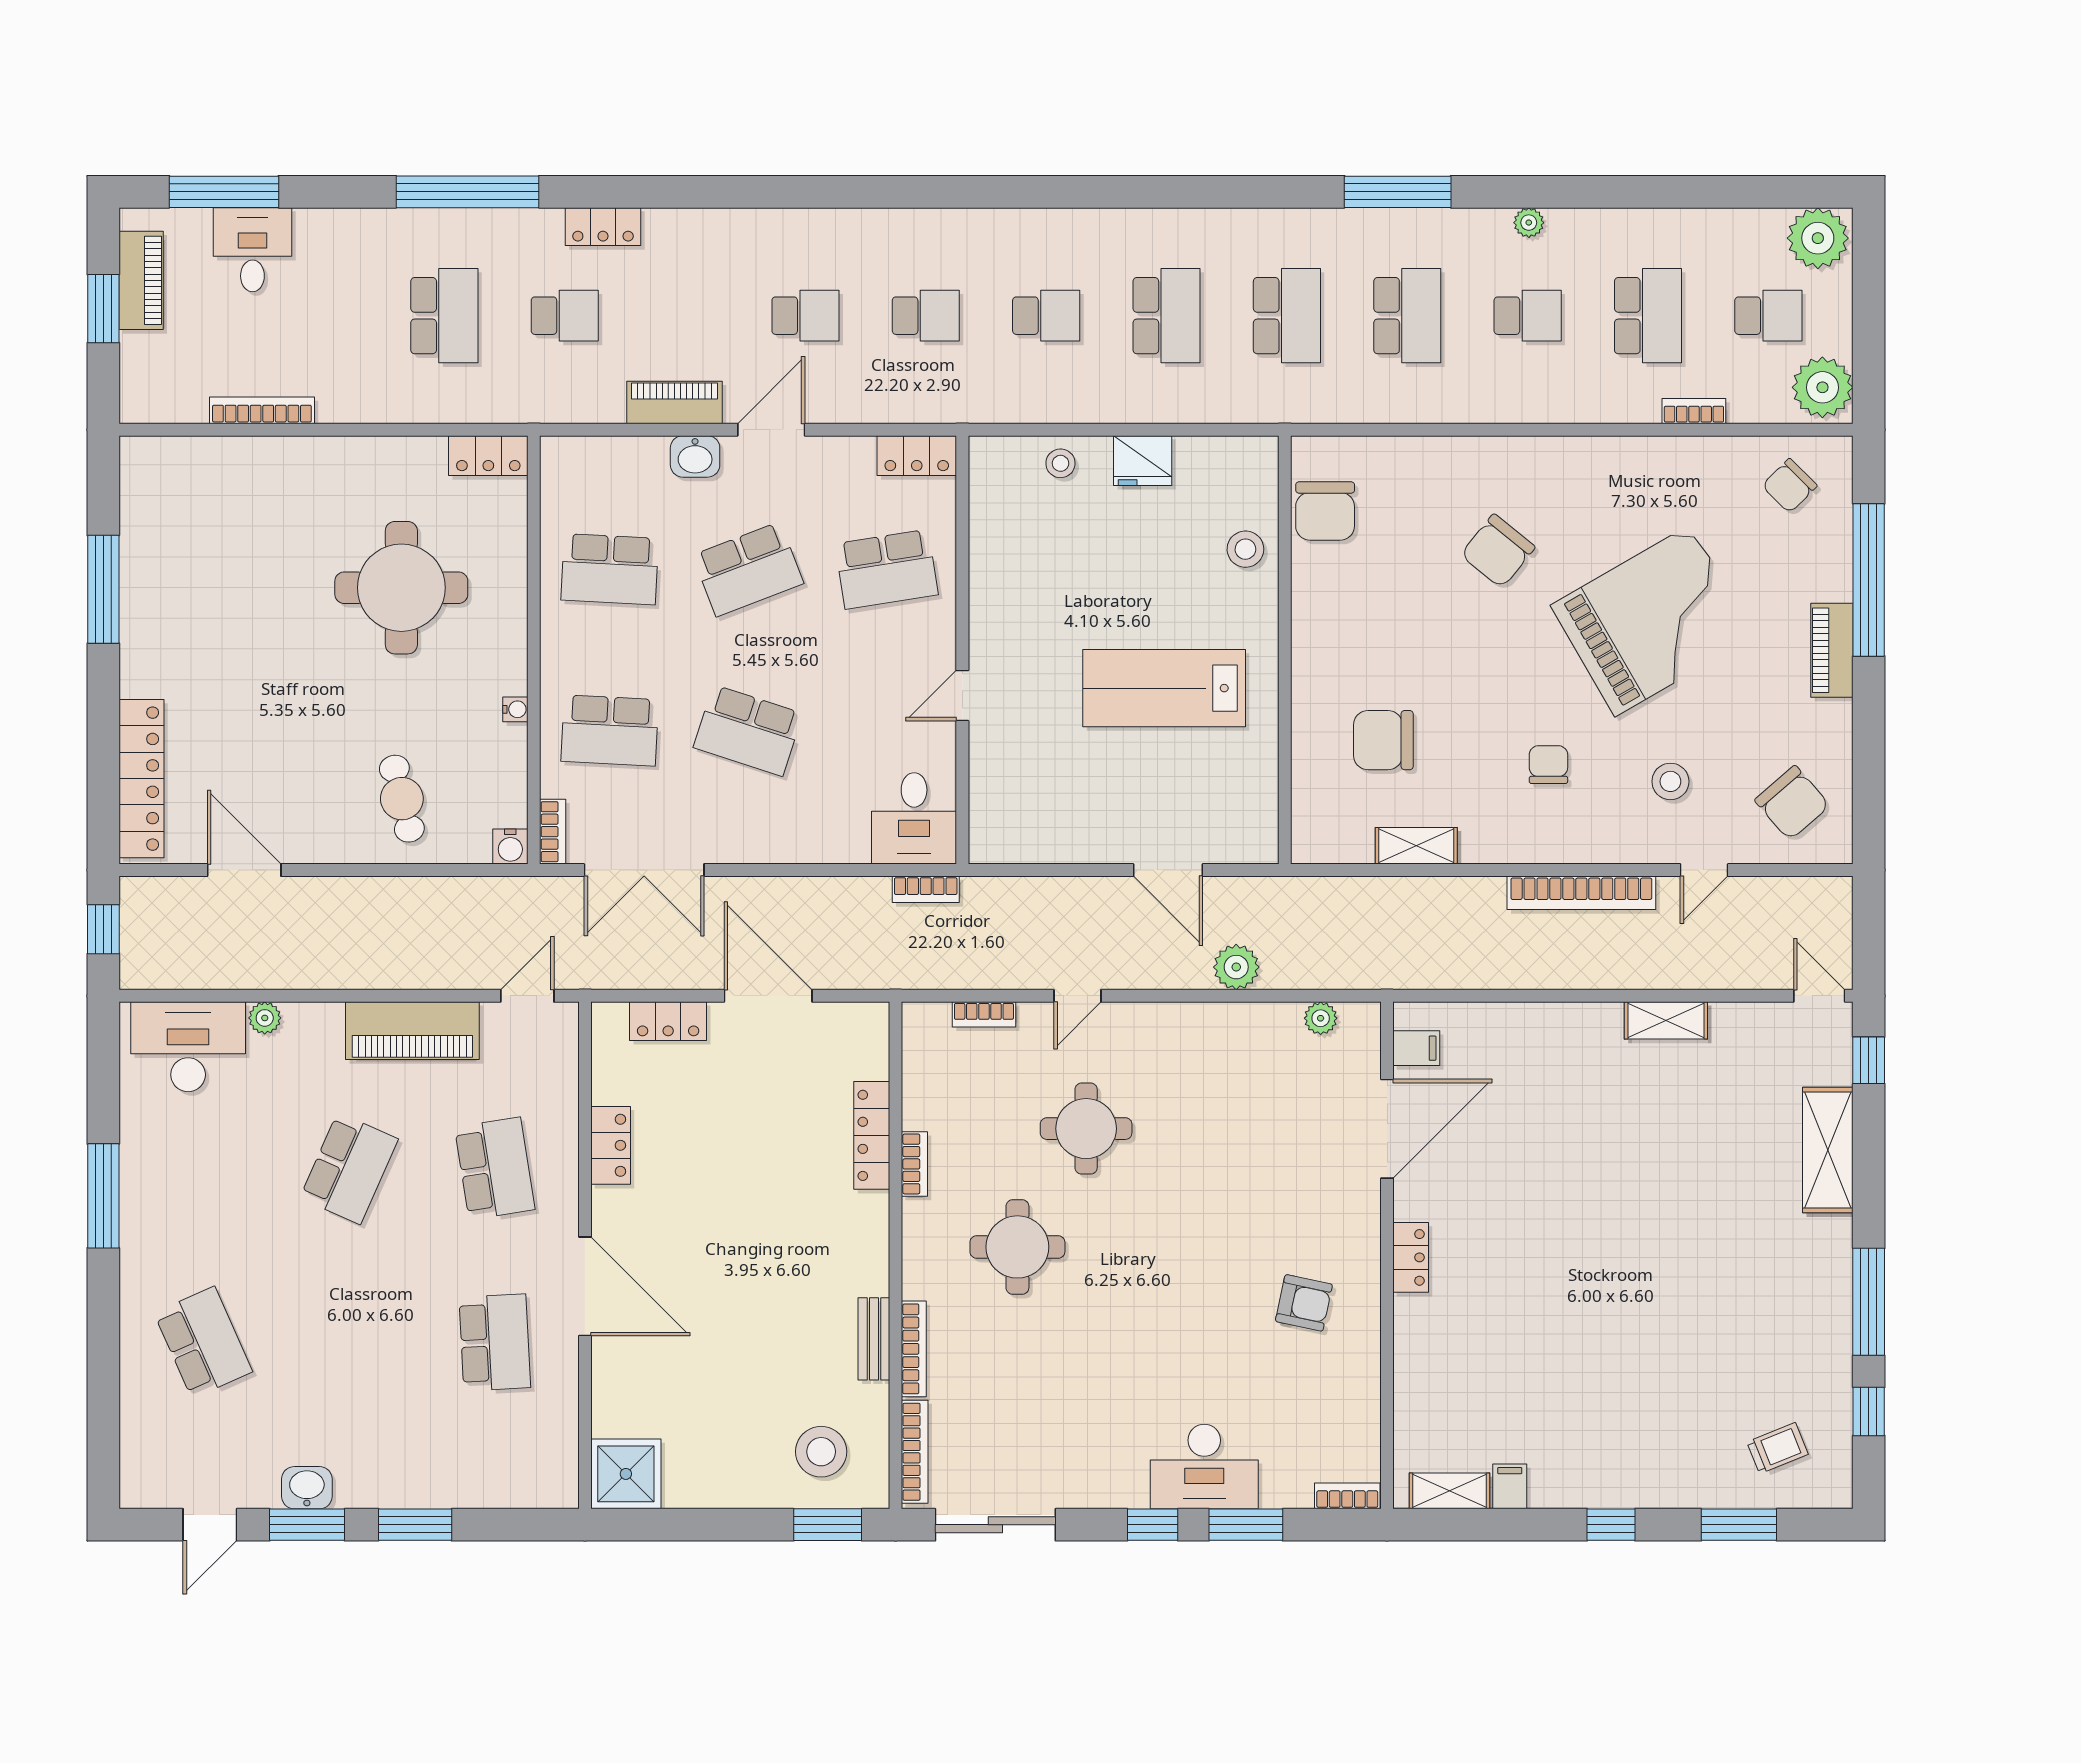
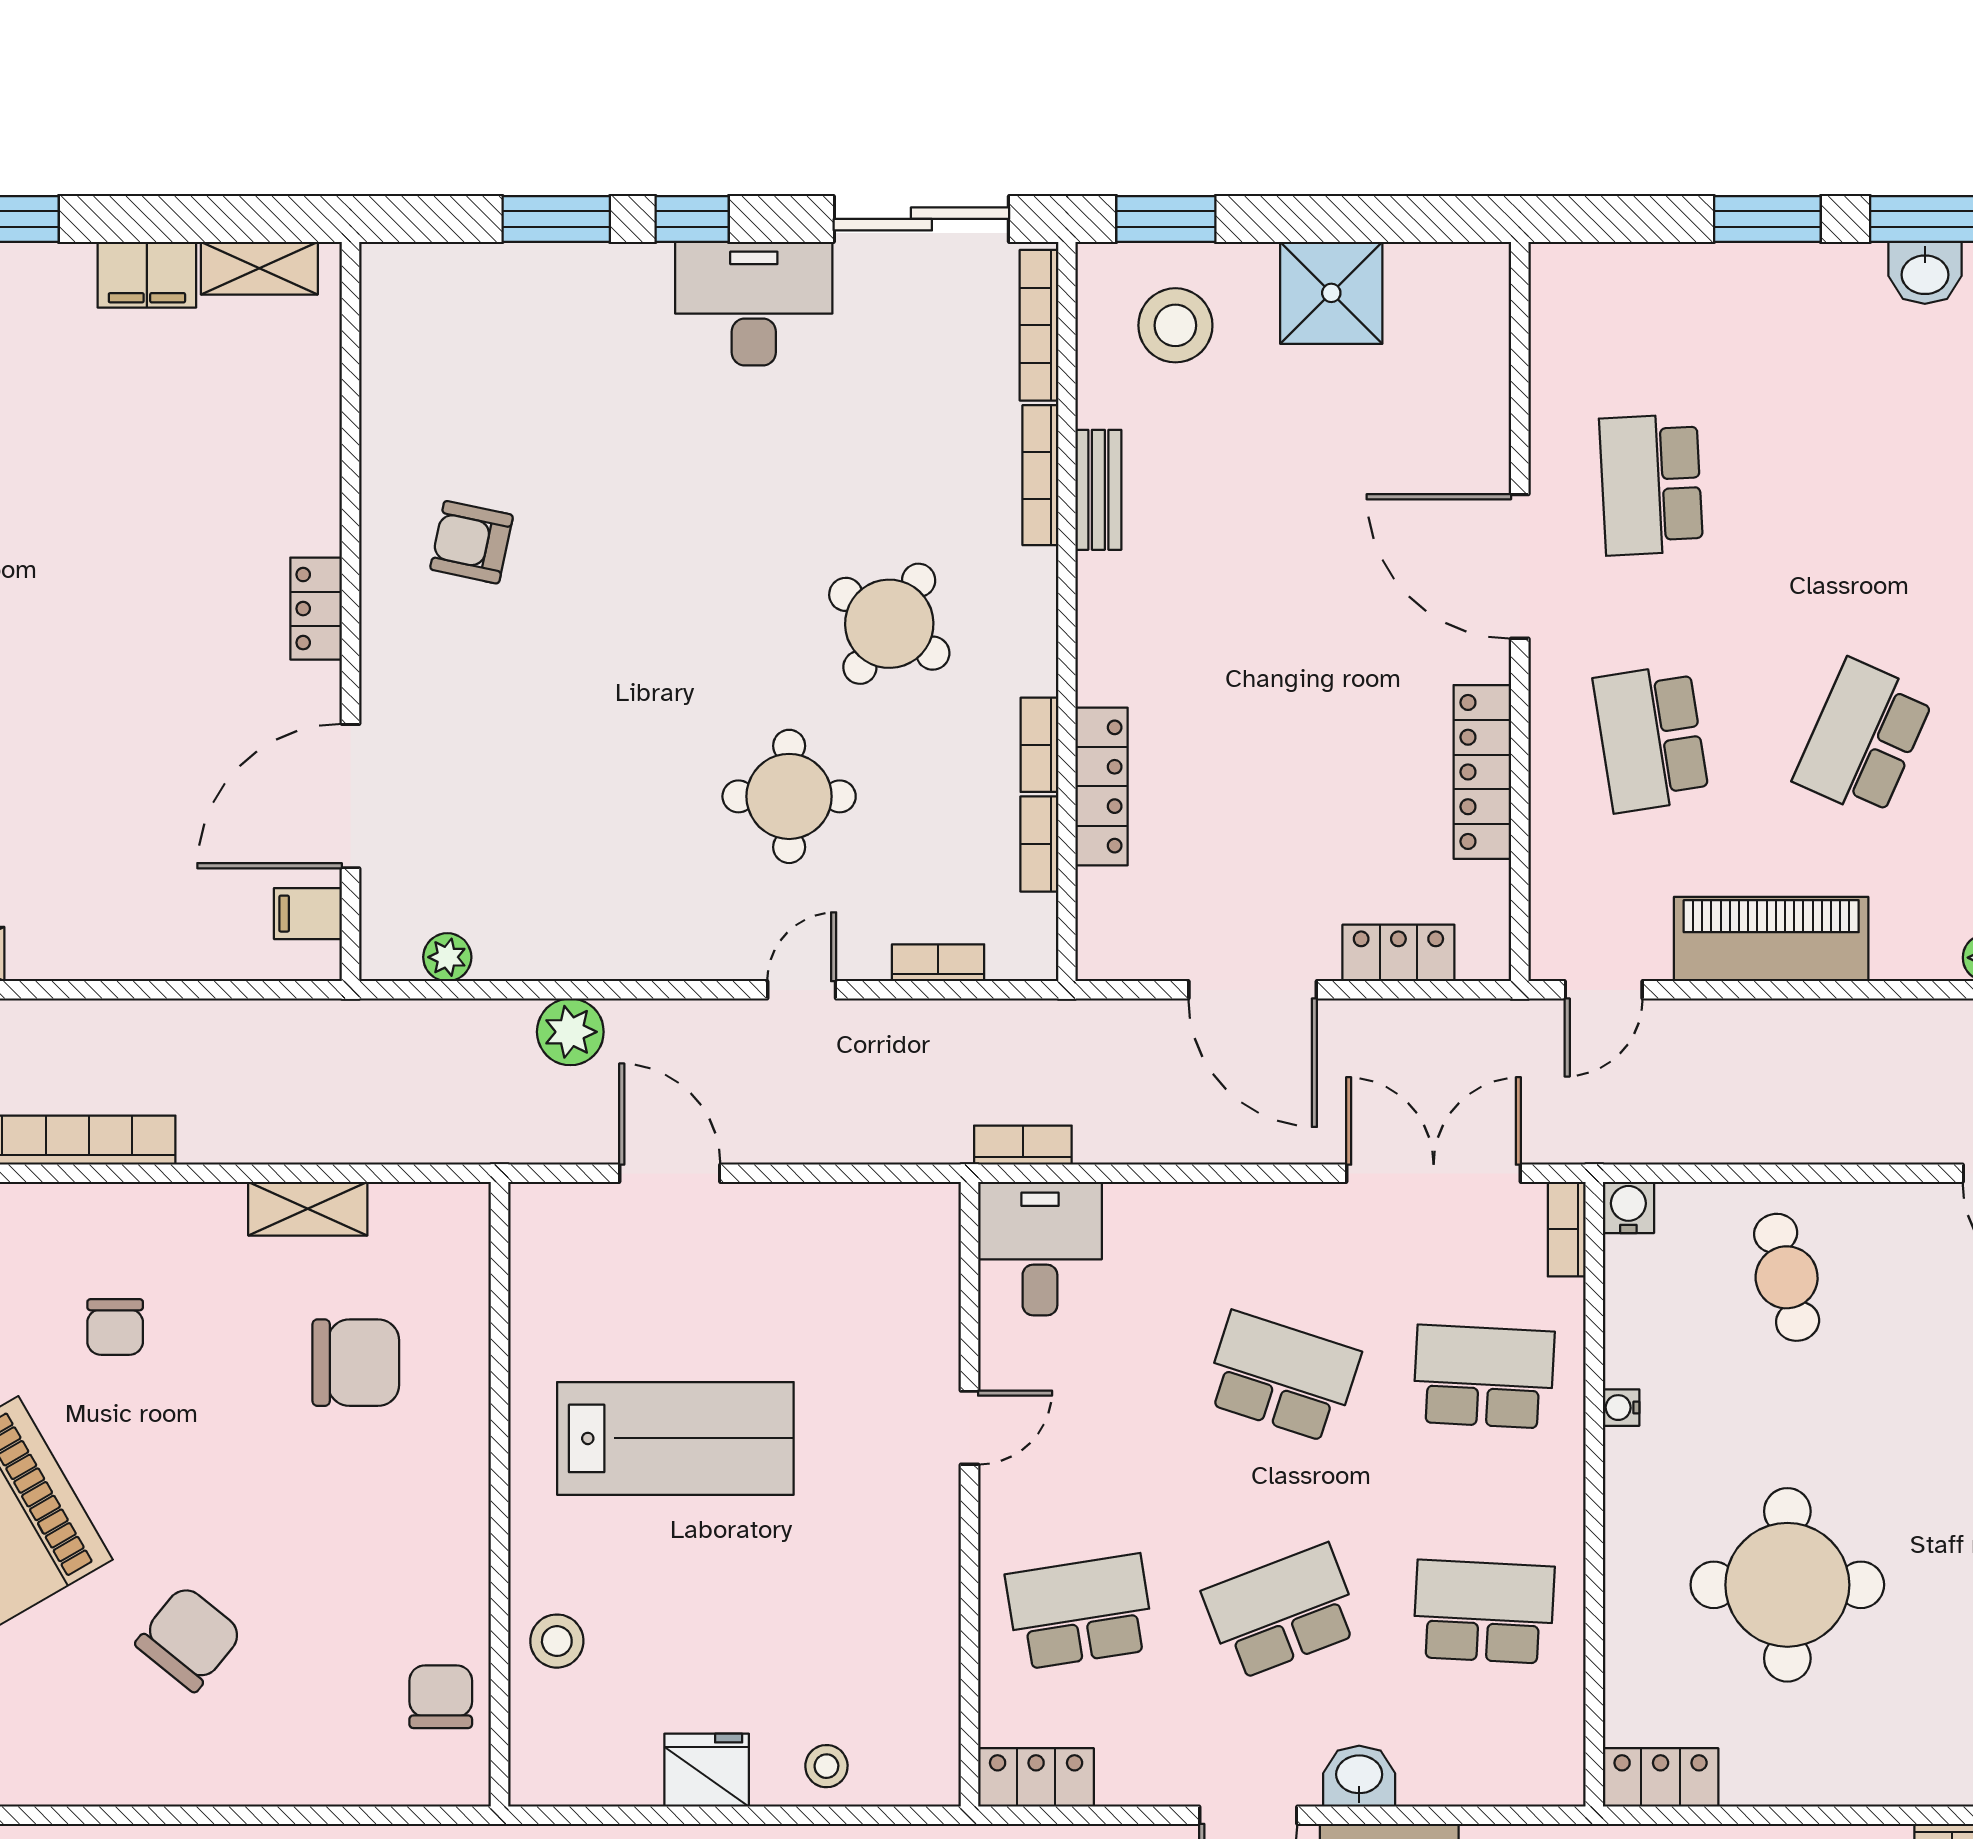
chair: (1325, 511) -> (441, 1697), width x0.73, depth x0.73
locker: (611, 1145) -> (1482, 772), width x1.53
round table: (1017, 1247) -> (889, 624), turned 34
desk: (1204, 1467) -> (754, 304), moved
shower: (626, 1474) -> (1331, 293), moved
filing cabinet: (1510, 1486) -> (147, 275), width x2.00
bookcase: (1347, 1496) -> (1039, 844), moved, turned 90

